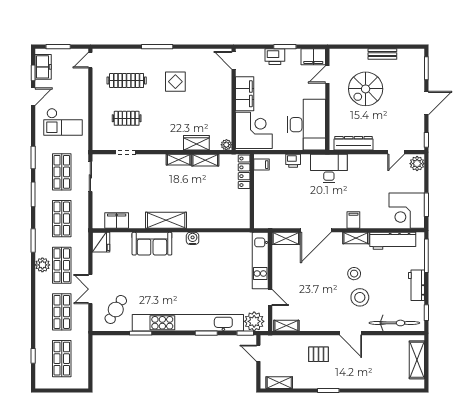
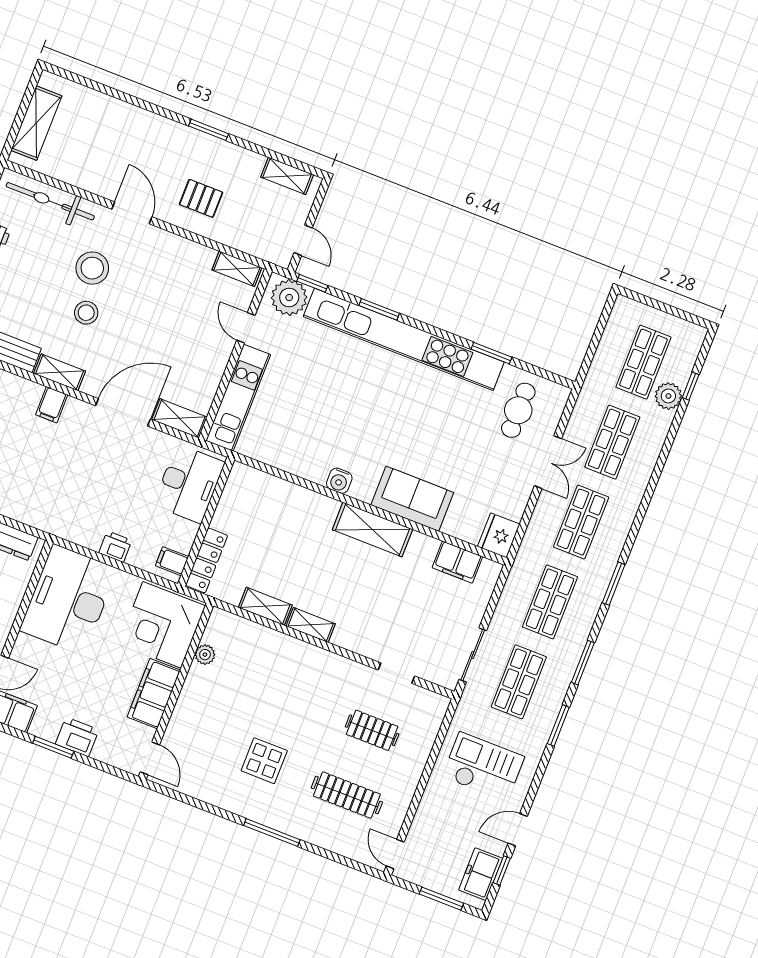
door: (90, 60) -> (395, 854), swing flipped
wardrobe: (196, 143) -> (269, 642), removed
plant: (226, 145) -> (205, 655), moved
desk: (329, 168) -> (189, 484), moved, turned -90
plant: (42, 265) -> (668, 396), moved
cafe table: (116, 309) -> (518, 410), turned -31

